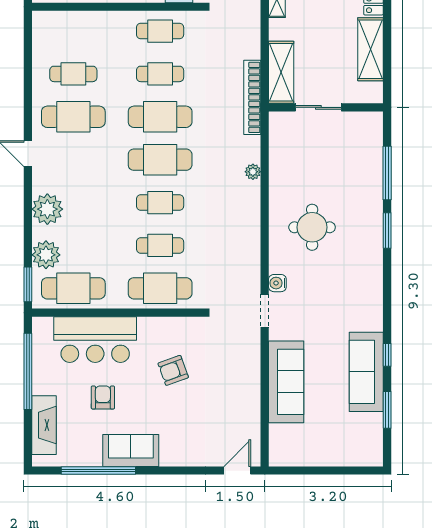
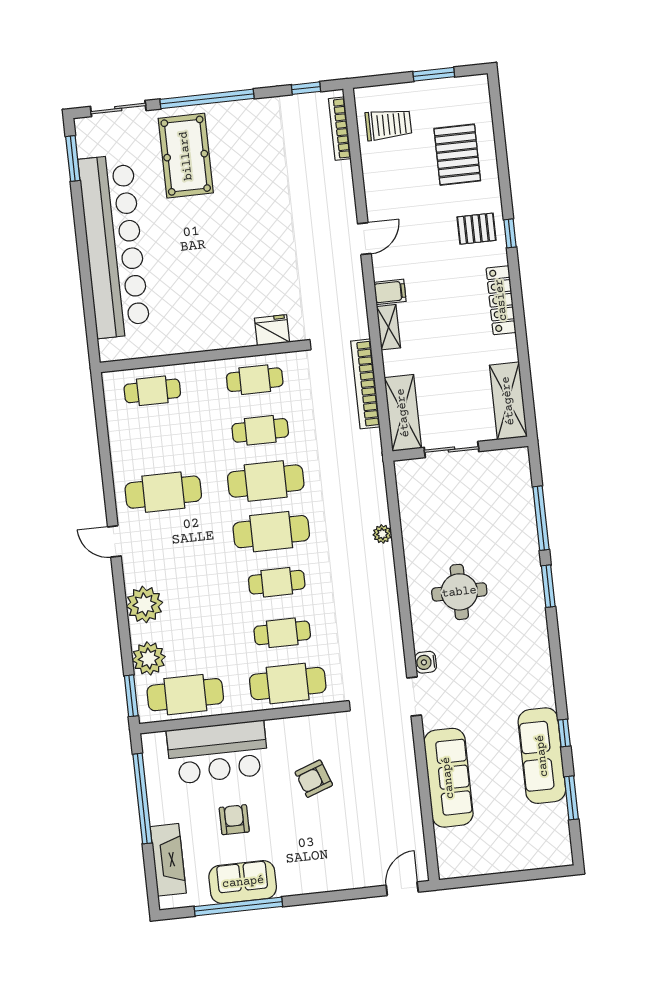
shelving: (370, 49) -> (508, 401), moved
cafe table: (73, 74) -> (152, 391), moved
bookcase: (252, 97) -> (365, 384), moved
sofa: (131, 450) -> (243, 882), moved

